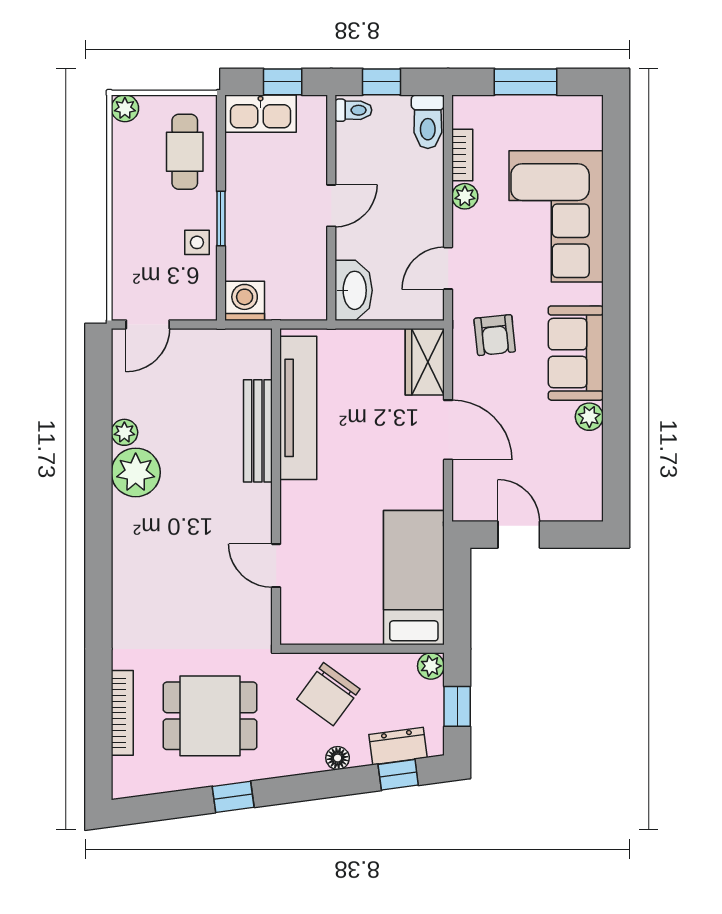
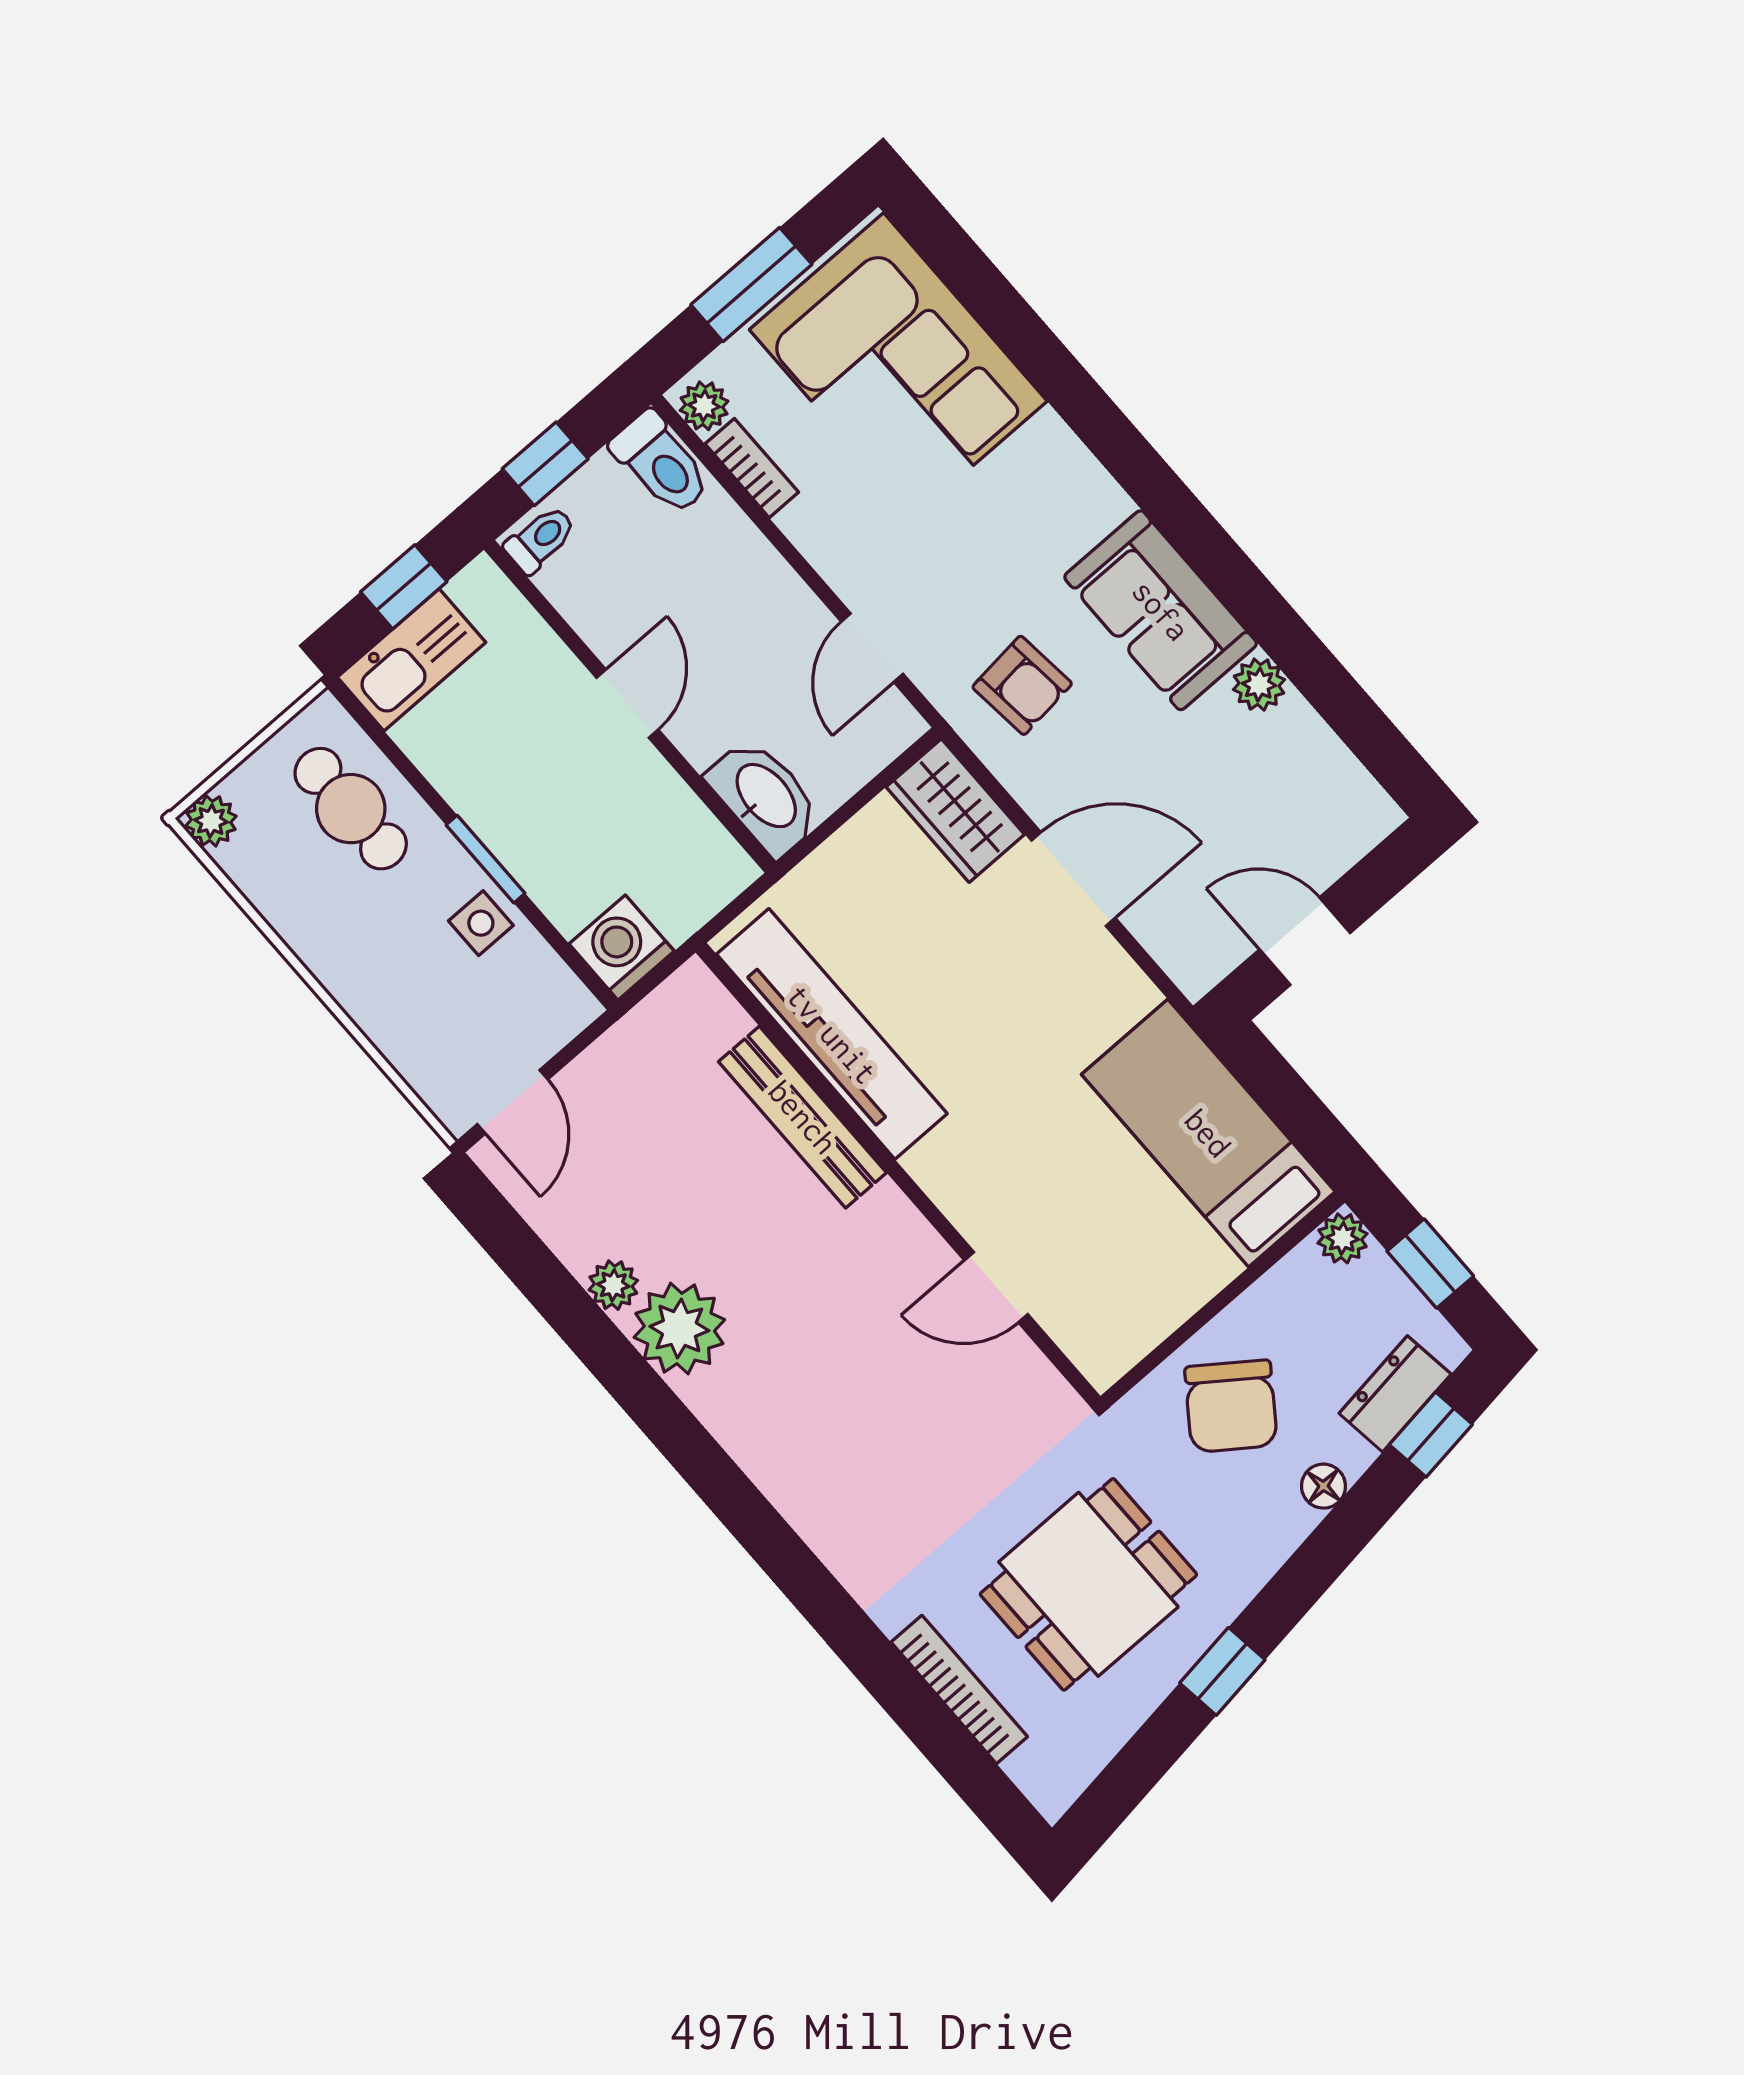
plant: (465, 196) -> (704, 406), moved
corner sofa: (556, 216) -> (898, 365), moved

